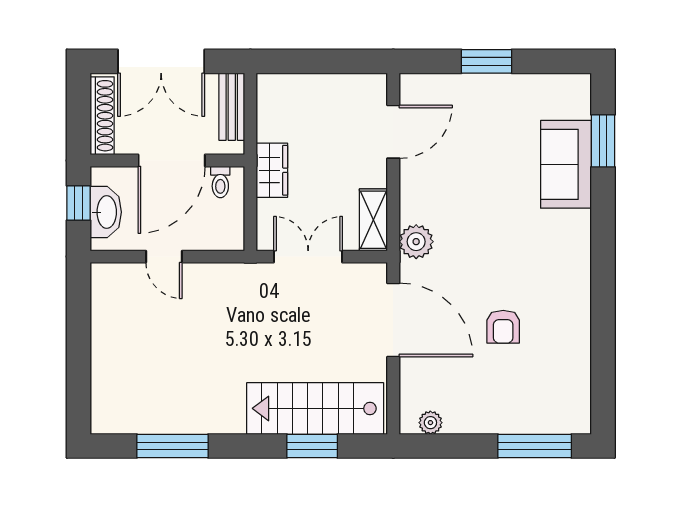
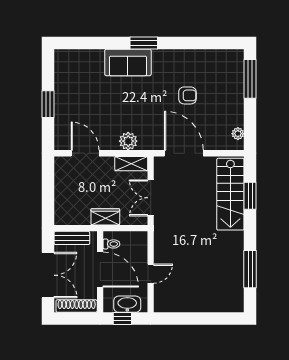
window: (603, 141) -> (144, 43), moved
sofa: (566, 164) -> (128, 62), moved
plant: (416, 242) -> (128, 141), moved
door: (393, 320) -> (184, 153), hinge flipped

